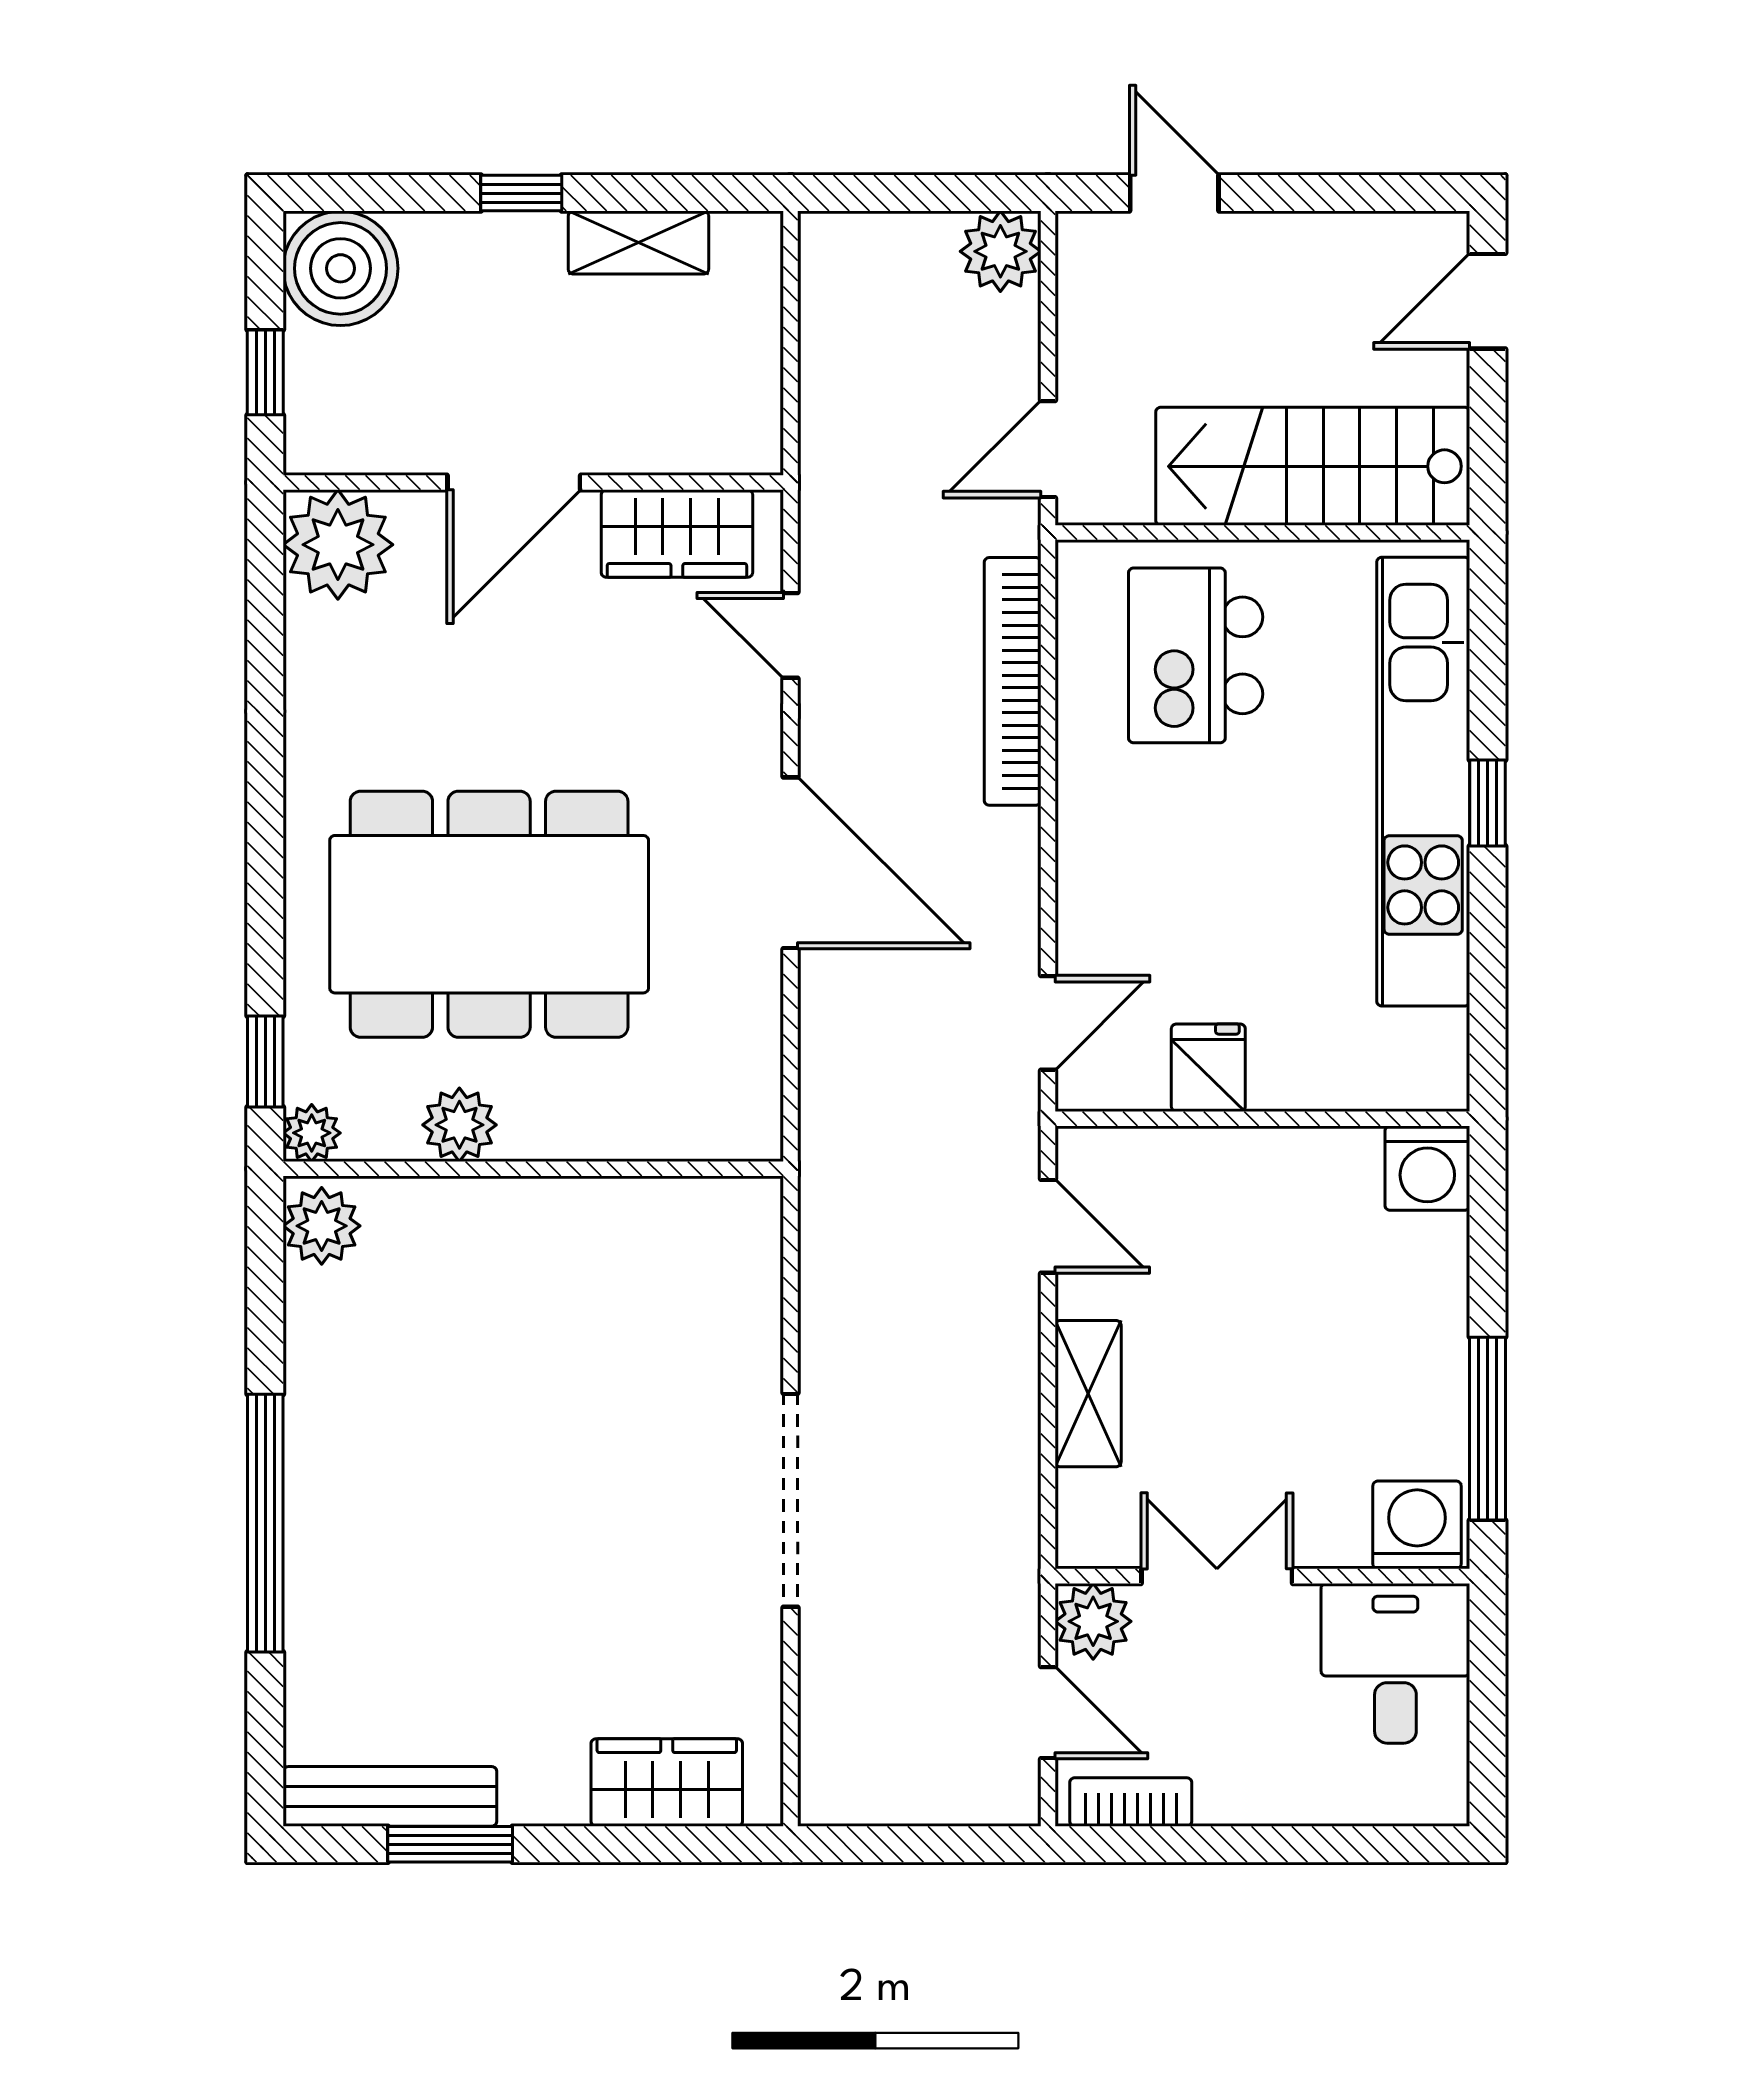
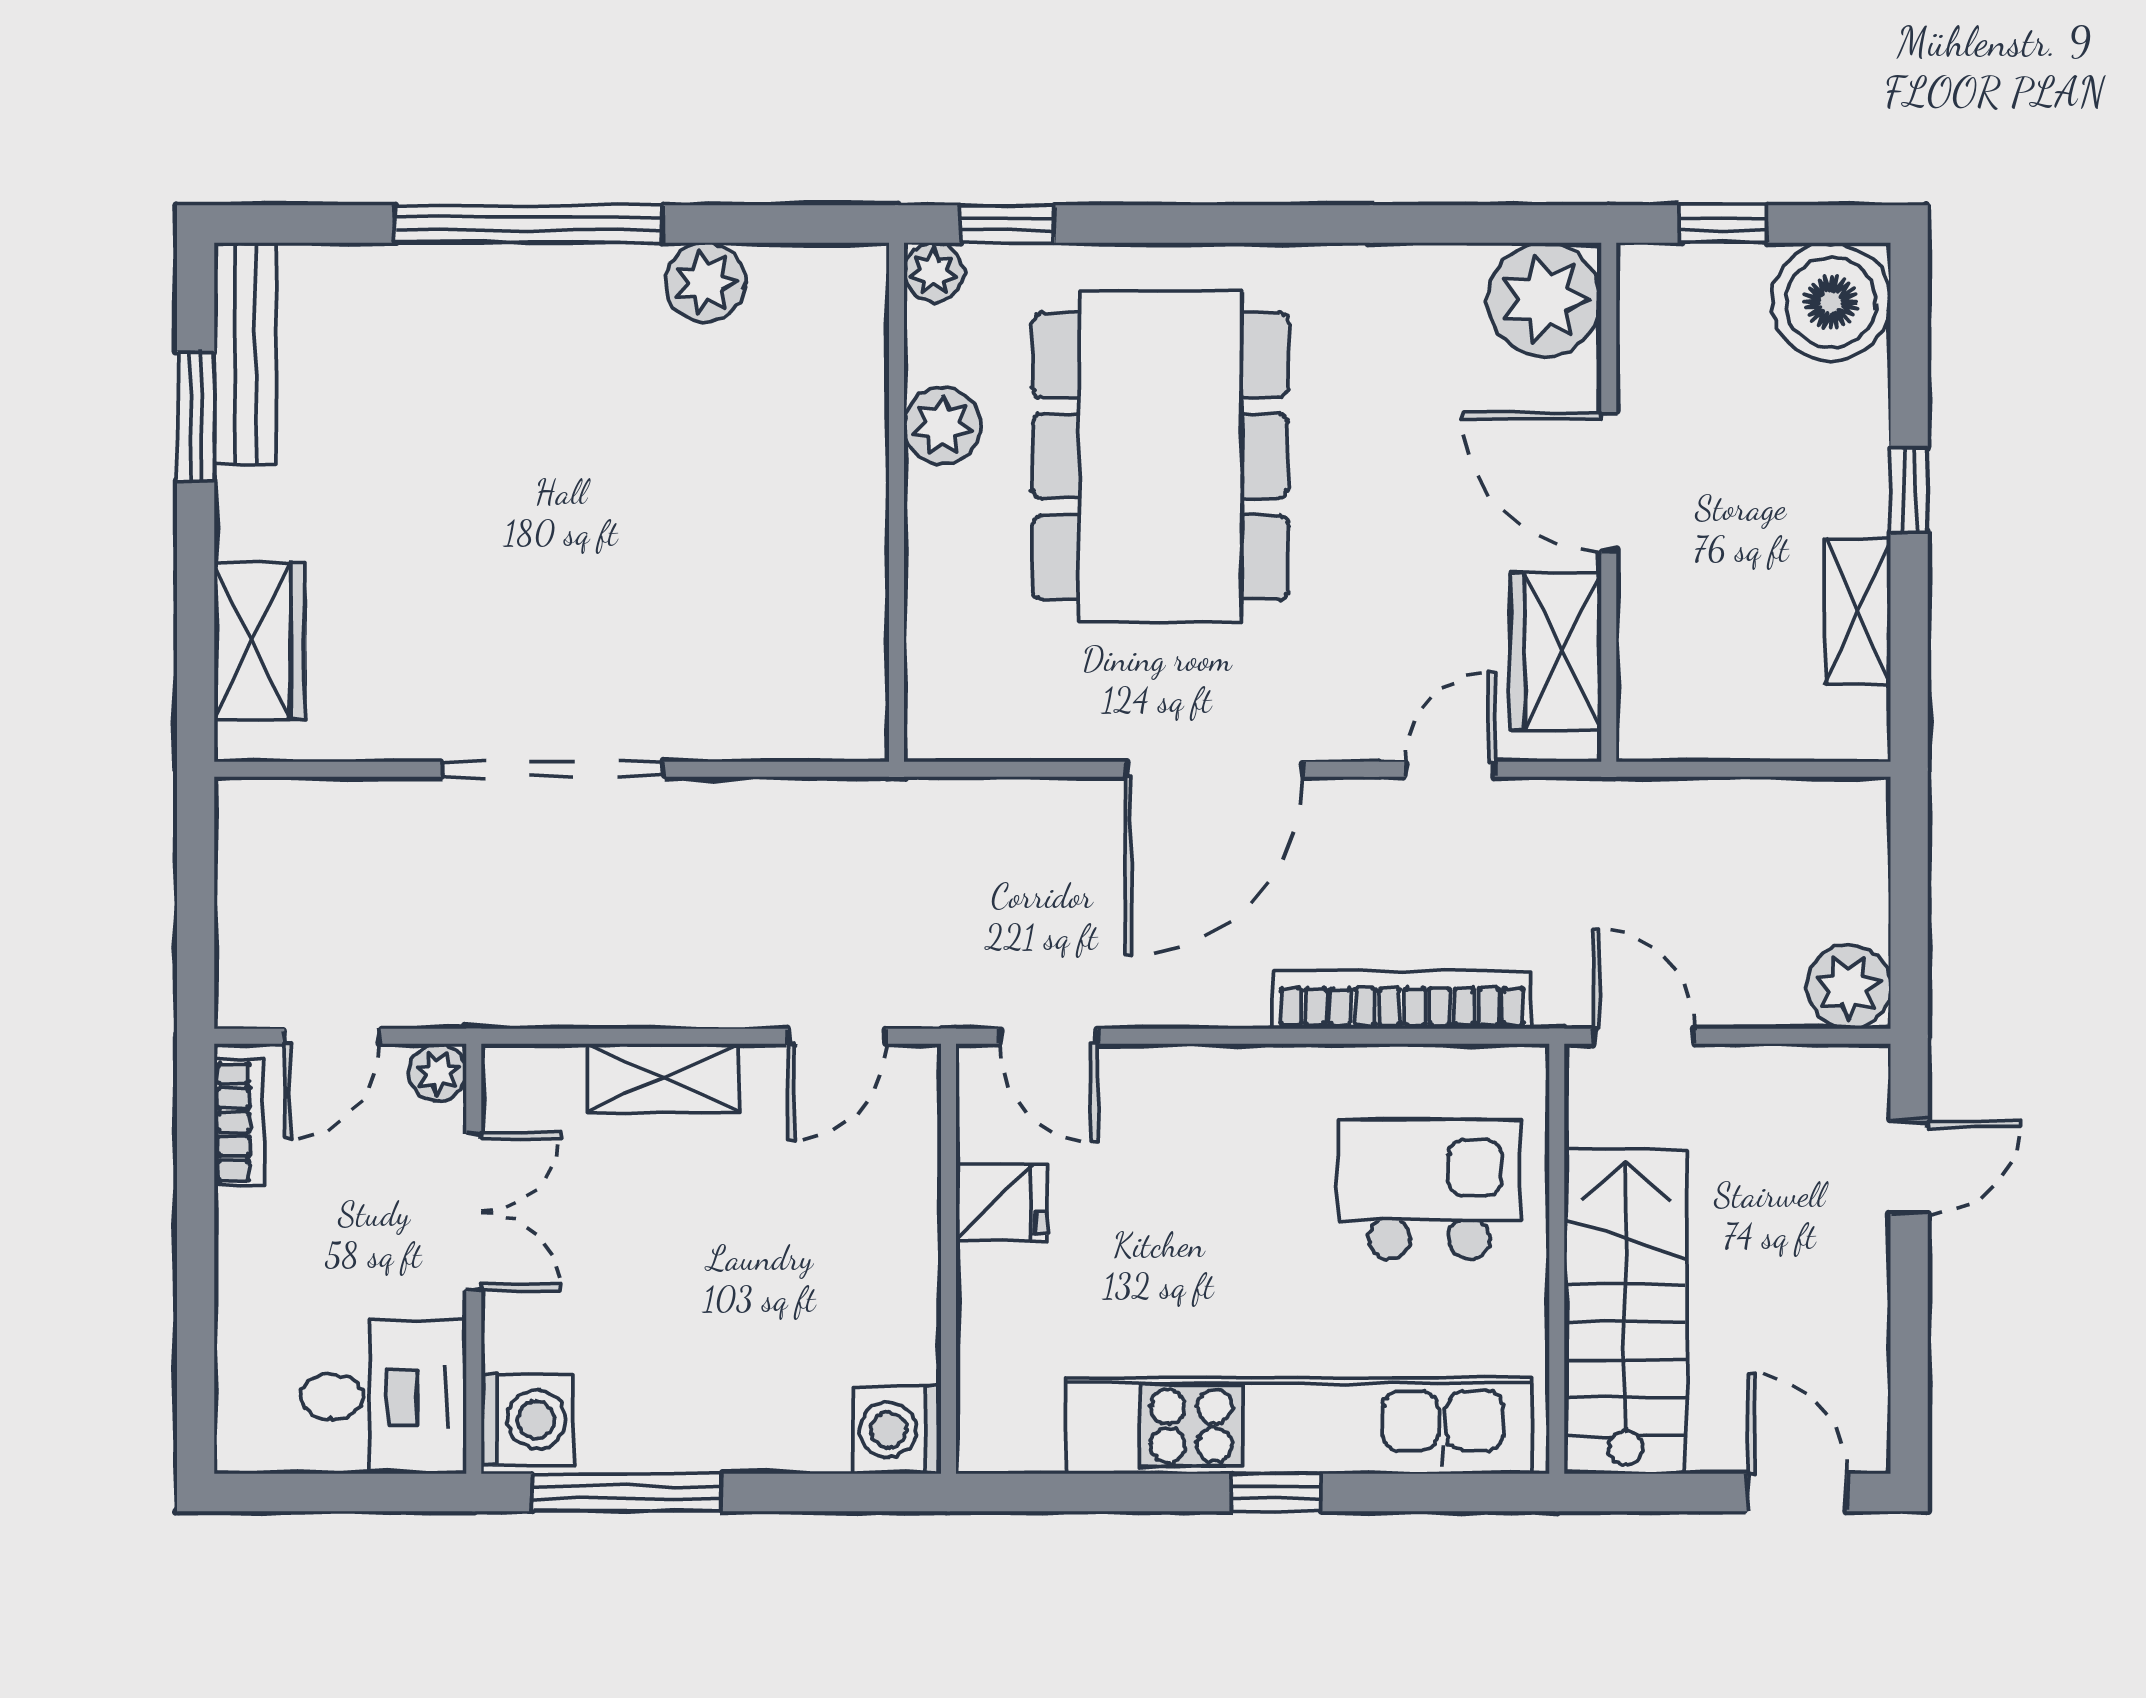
plant: (322, 1226) -> (705, 283), moved
plant: (1093, 1621) -> (438, 1072), width x0.73, depth x0.73

